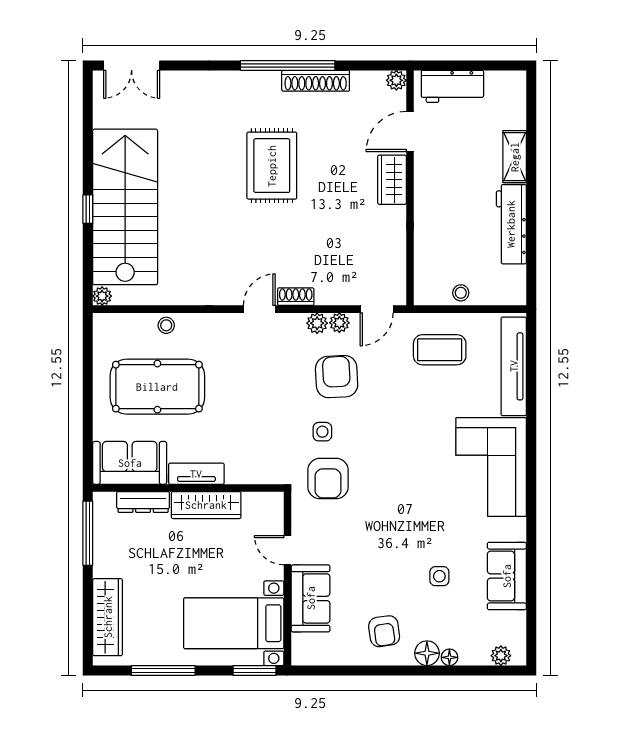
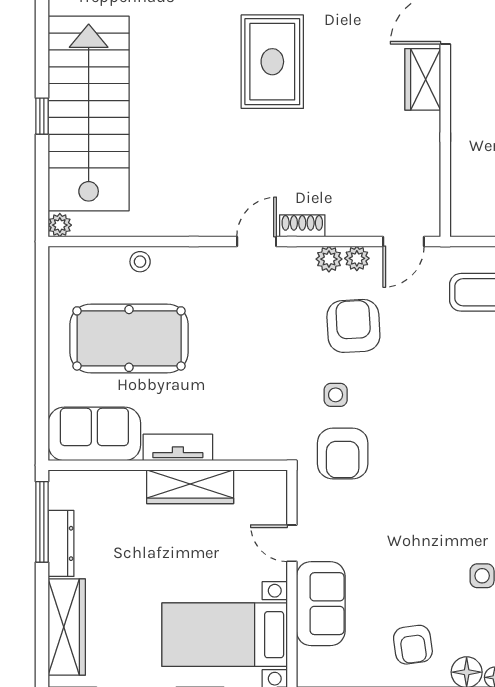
dresser: (143, 502) -> (61, 543), moved, turned -90

